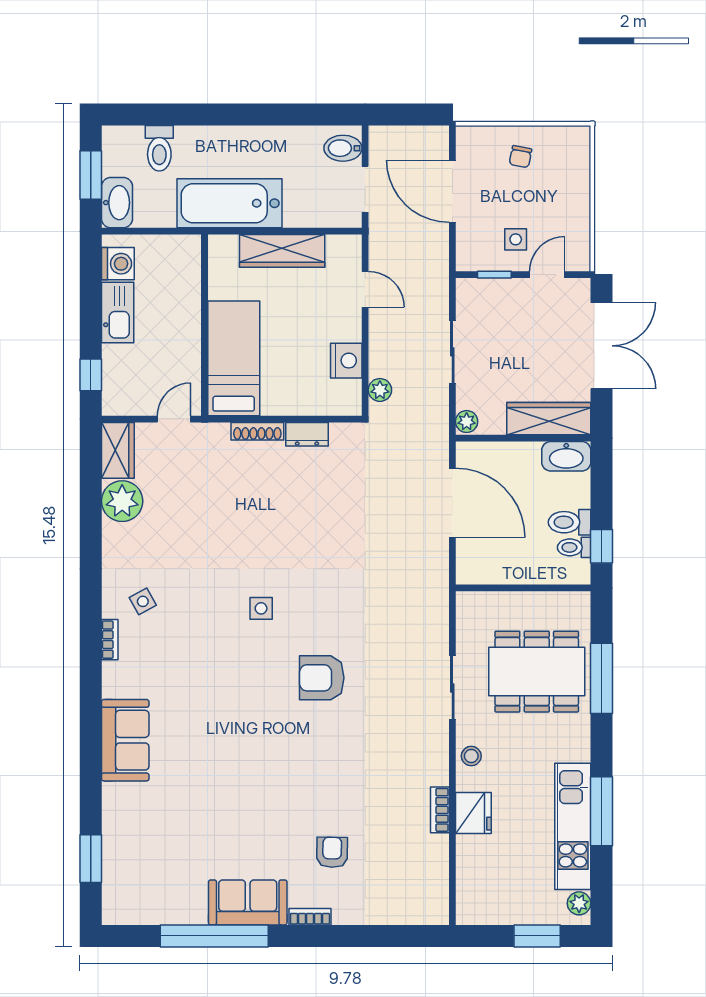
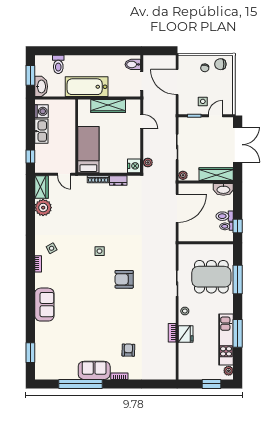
chair: (559, 148) -> (220, 64), added
nightstand: (346, 361) -> (134, 166), moved
door: (174, 419) -> (64, 174), swing flipped
door: (452, 503) -> (177, 208), hinge flipped

